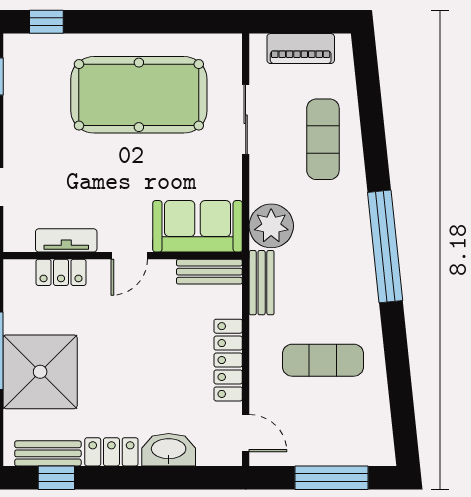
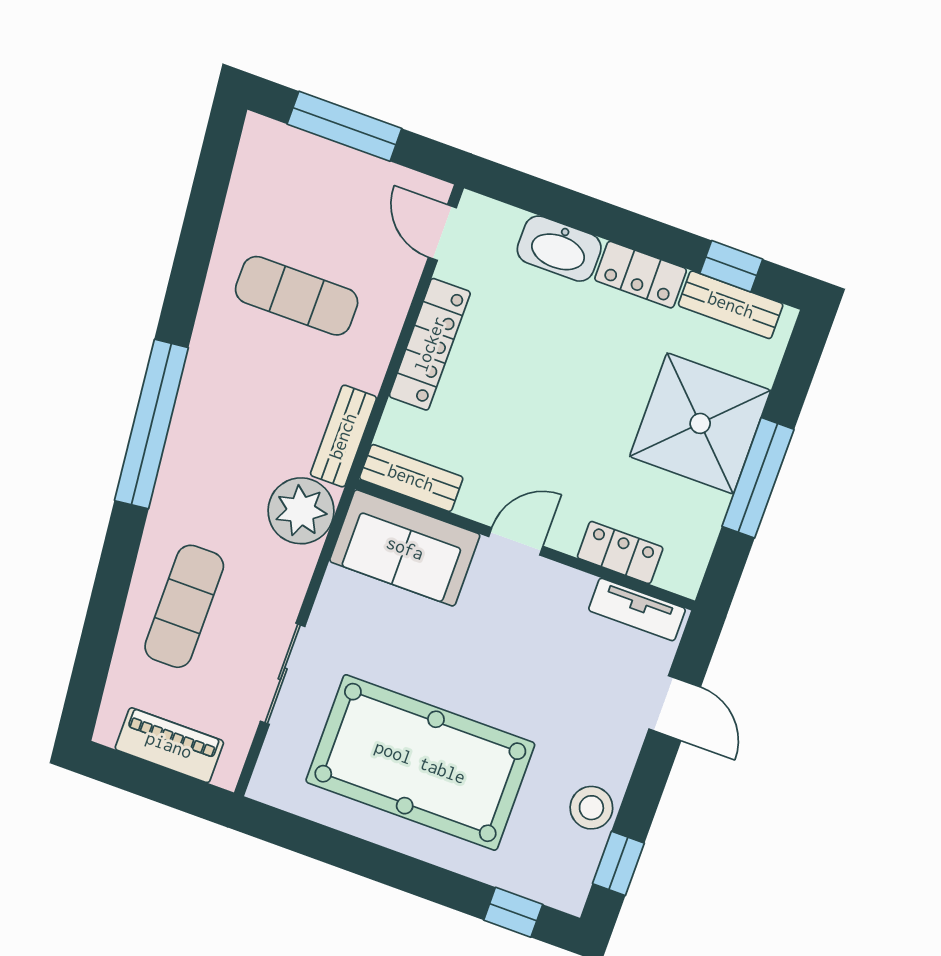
stool: (21, 105) -> (591, 808), added
tv unit: (66, 240) -> (637, 609), moved

